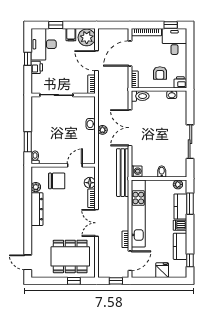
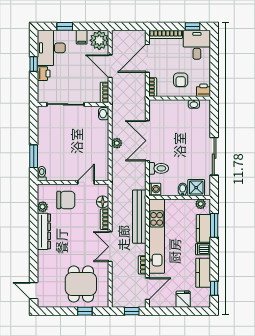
toilet: (140, 96) -> (159, 168), moved
washbasin: (91, 124) -> (104, 114), moved
shower: (174, 170) -> (196, 188), added
bench: (123, 173) -> (139, 217), moved
dining table: (70, 256) -> (81, 284), width x0.73

